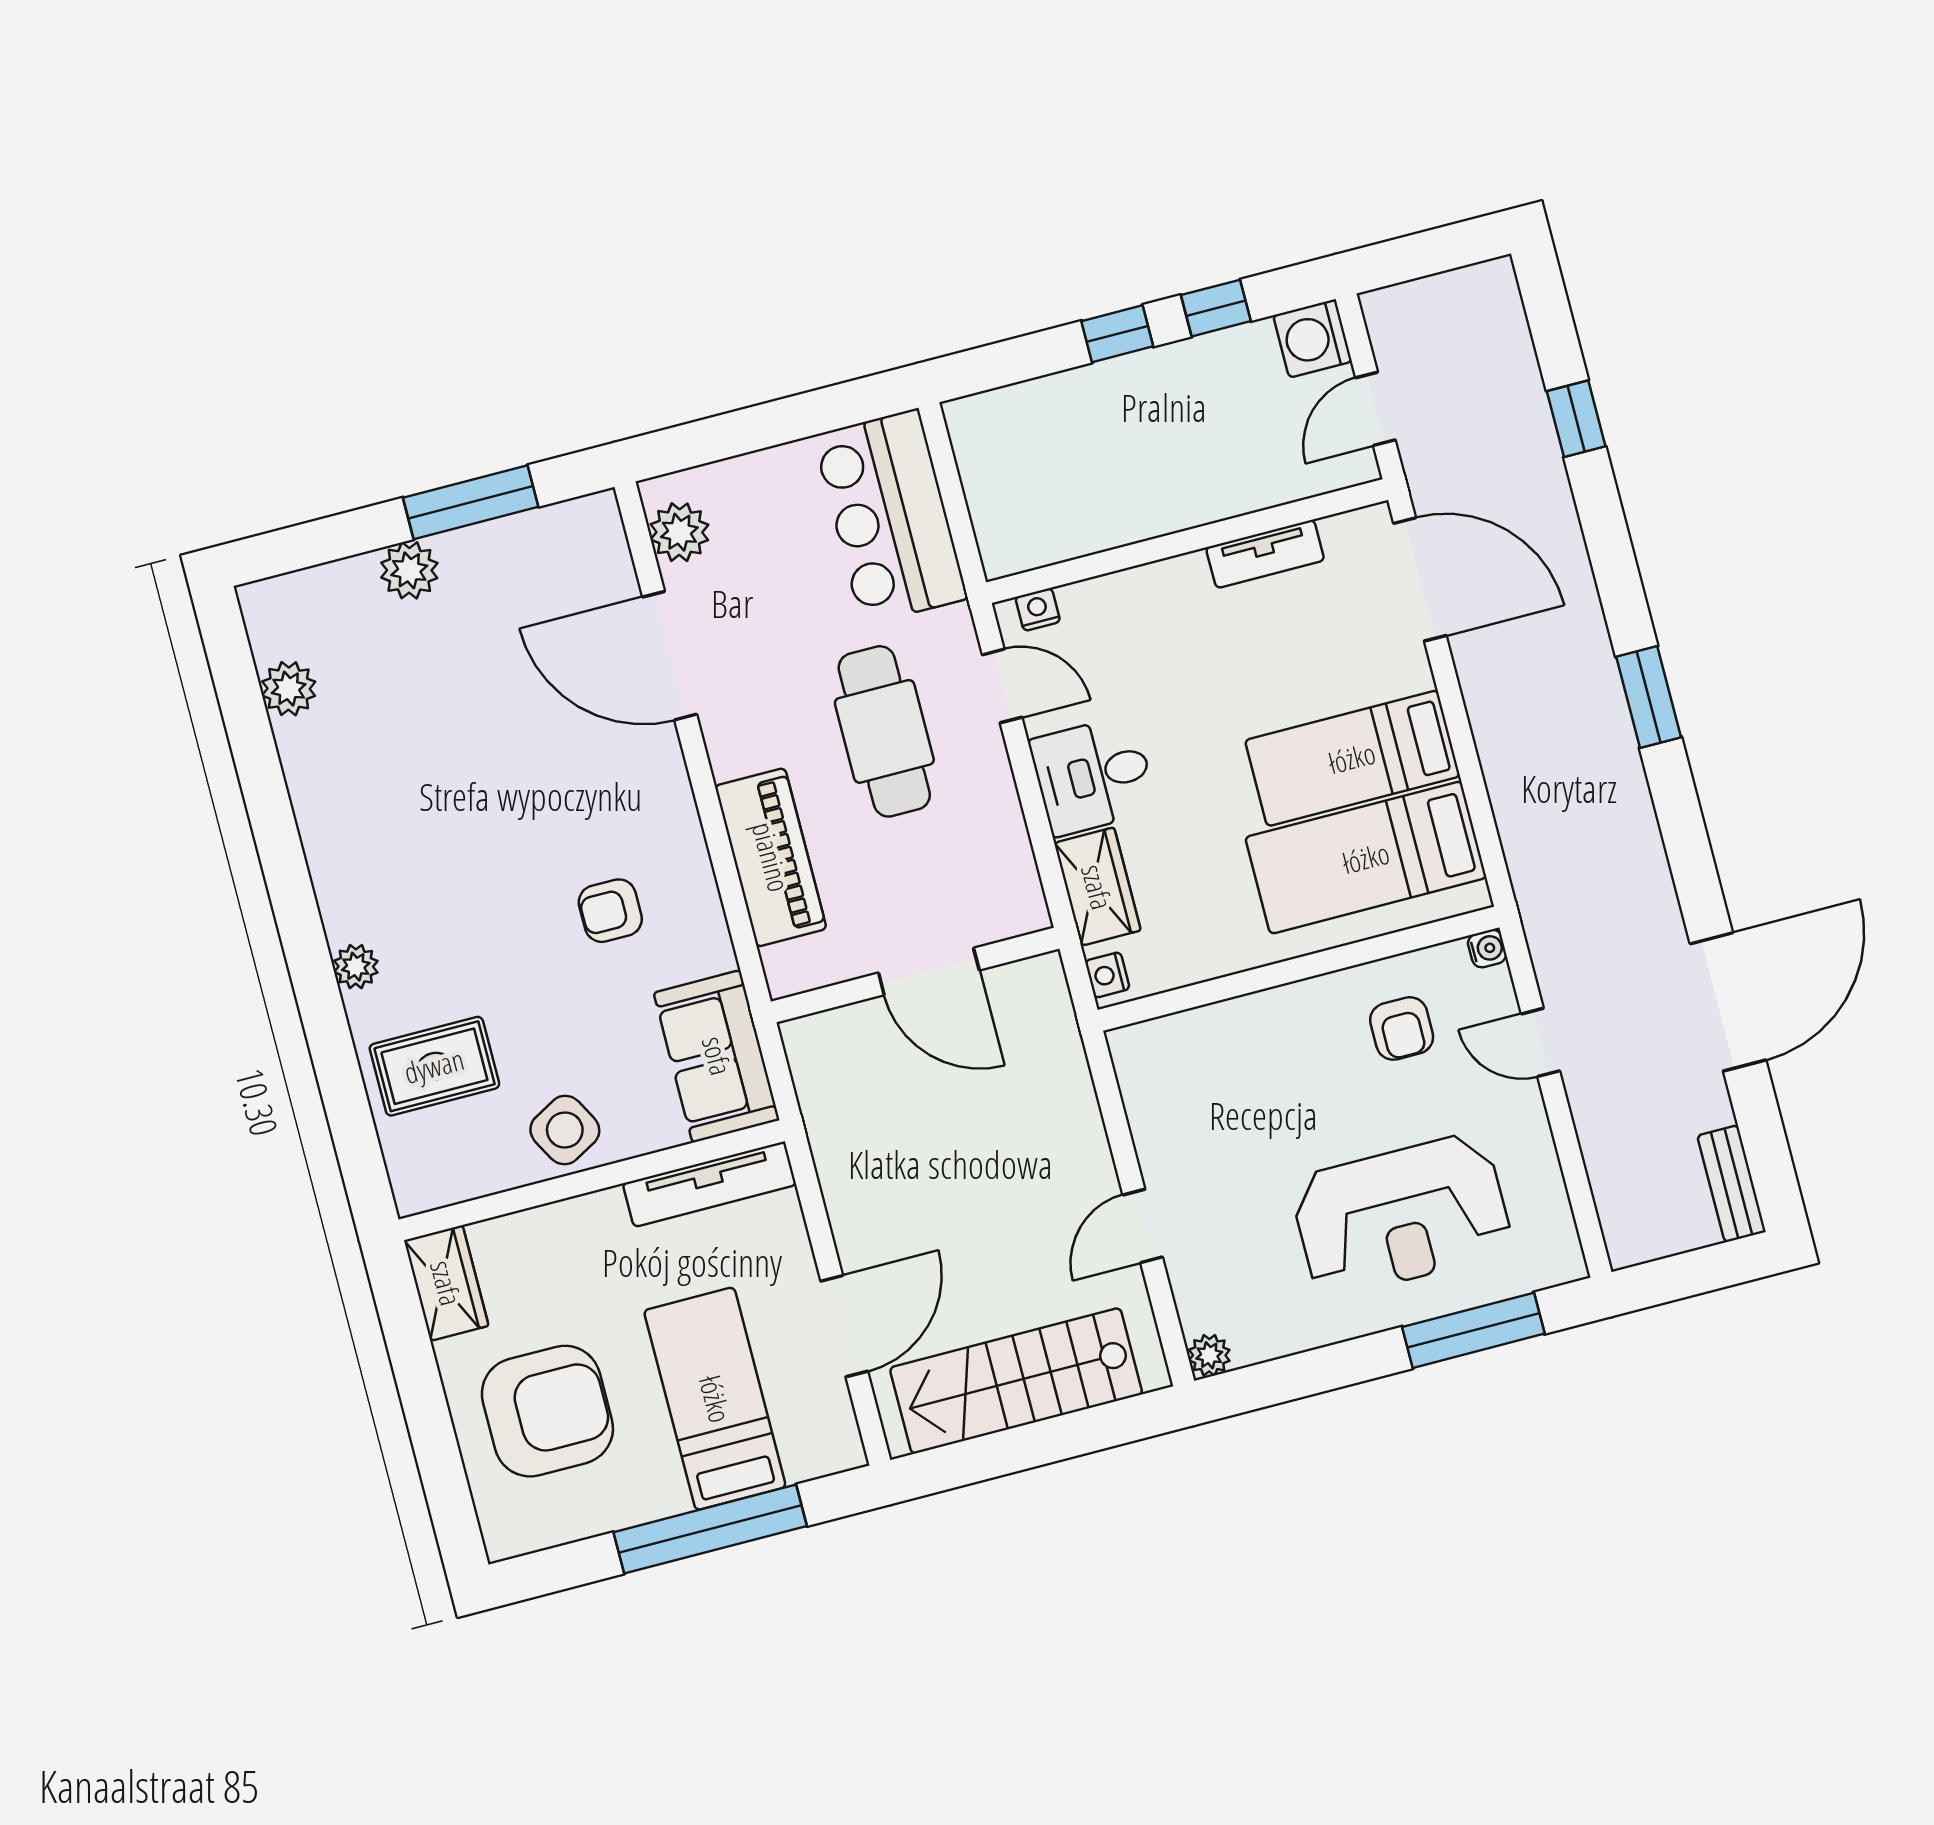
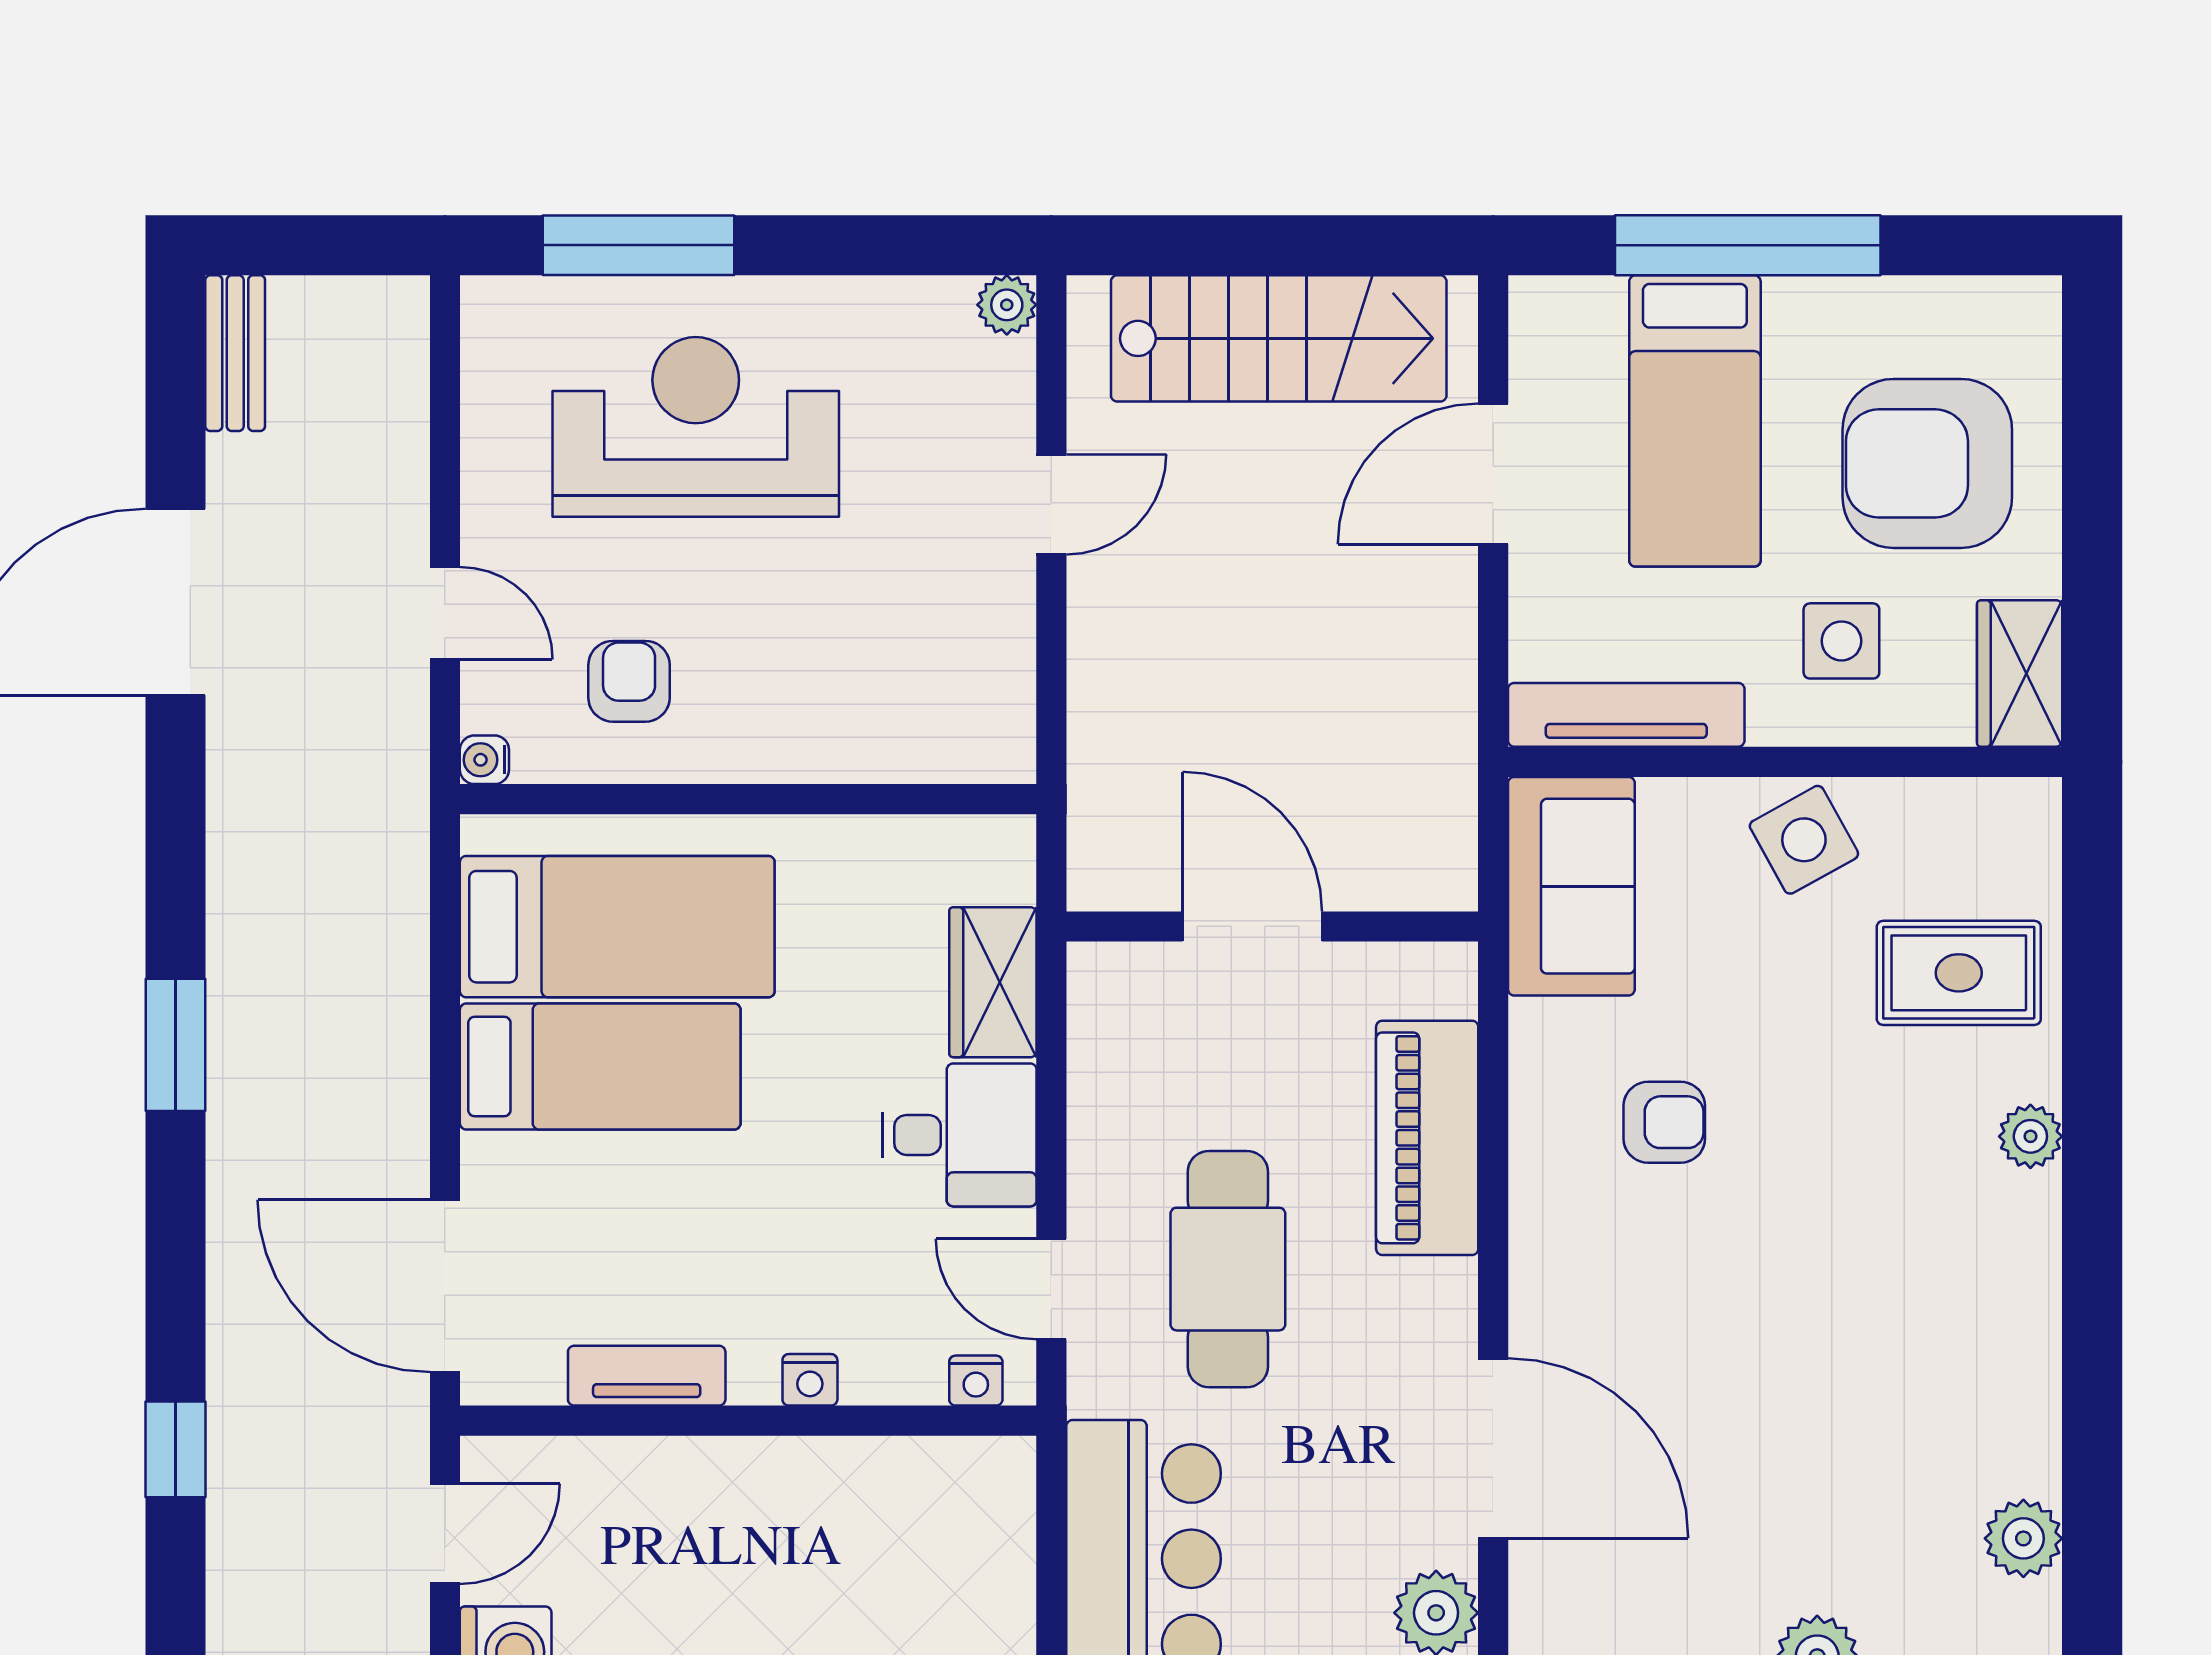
nightstand: (1107, 975) -> (810, 1380), moved, turned 90
side table: (575, 1274) -> (1841, 641), added

